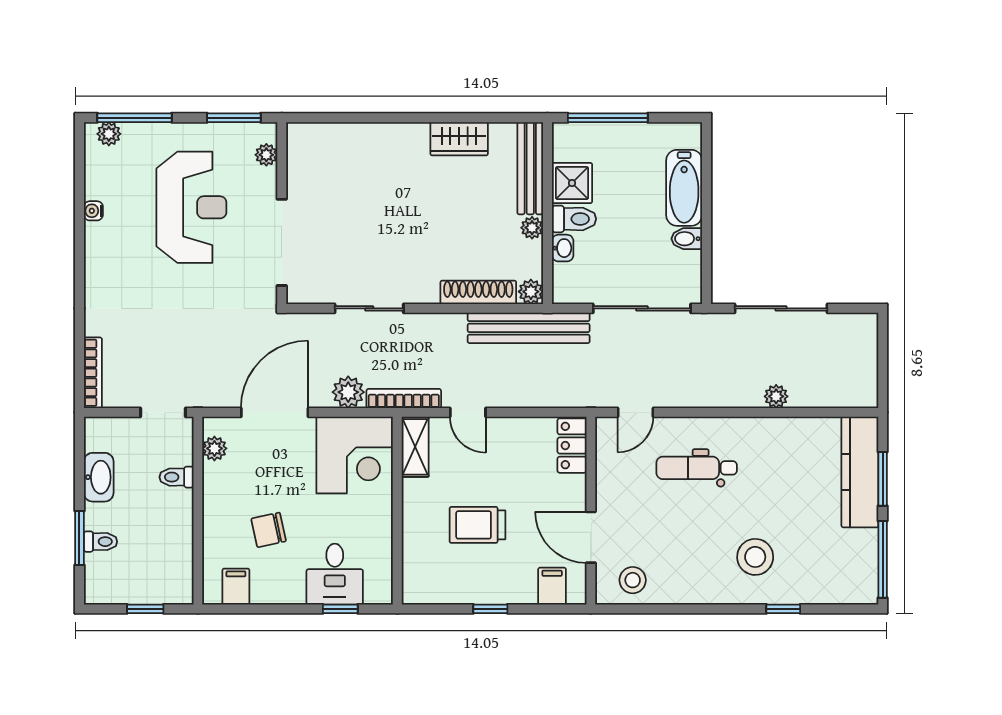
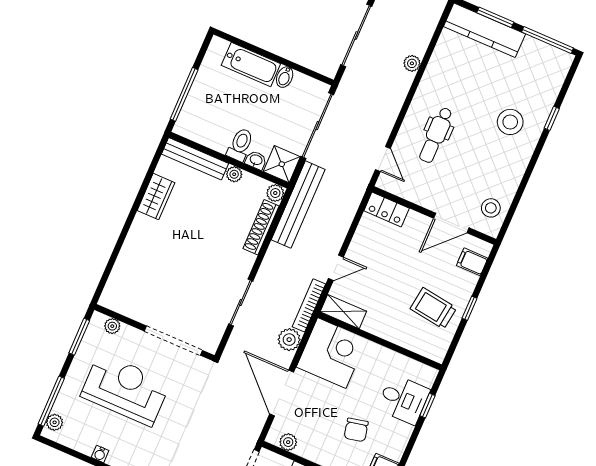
shower: (572, 183) -> (282, 164), moved
trolley: (477, 525) -> (433, 308), moved, turned 98

